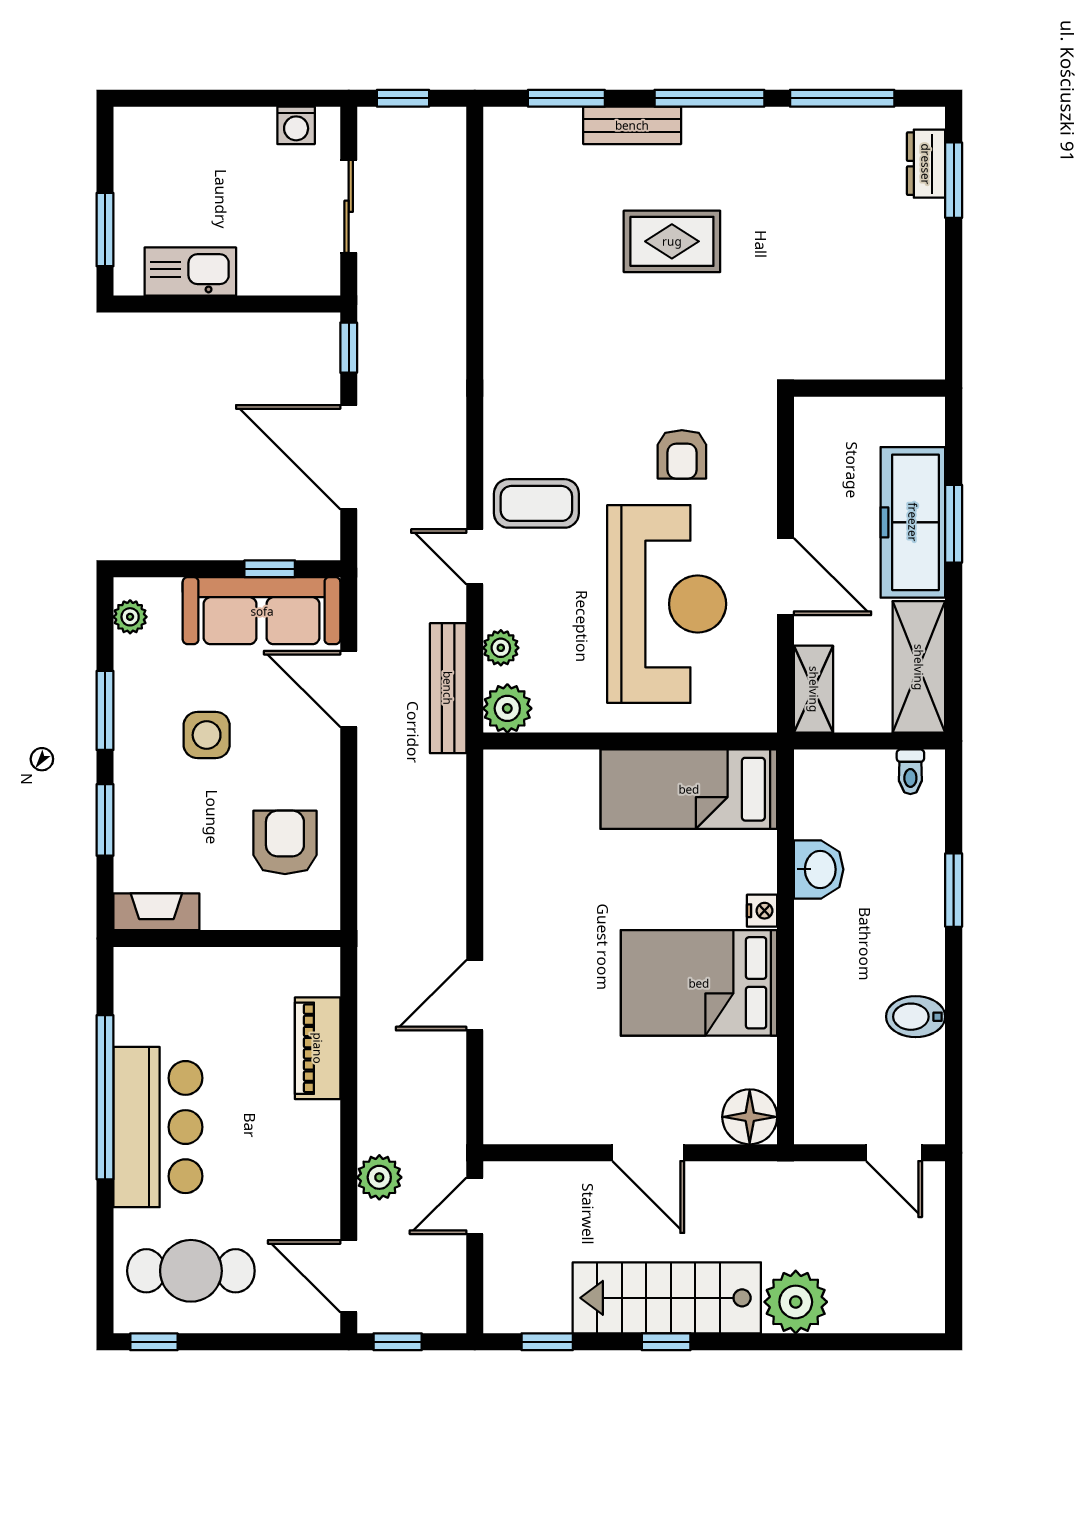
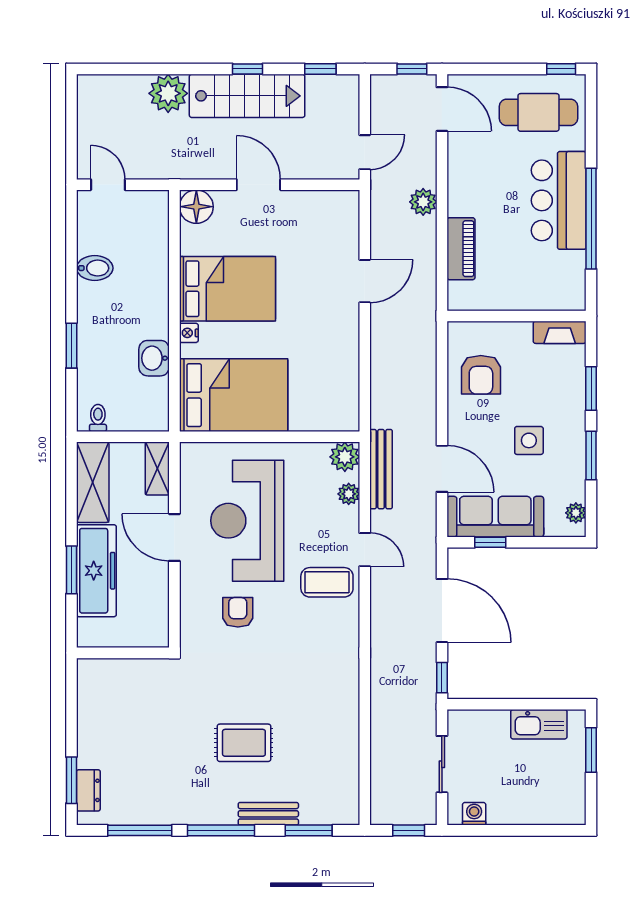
bed: (689, 789) -> (234, 395), width x1.50
plant: (379, 1177) -> (423, 202), moved

